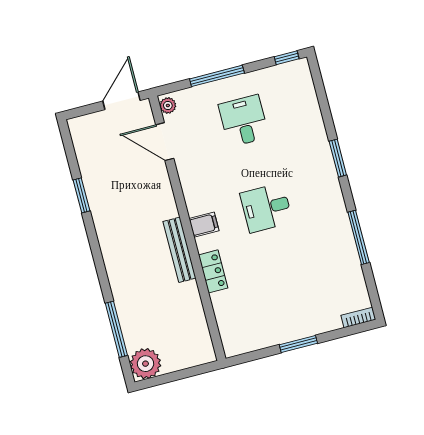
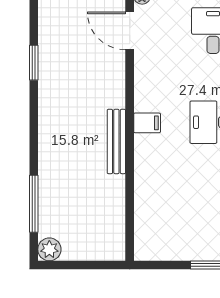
locker: (213, 271) -> (144, 171), removed
plant: (146, 364) -> (49, 249), width x0.73, depth x0.73

